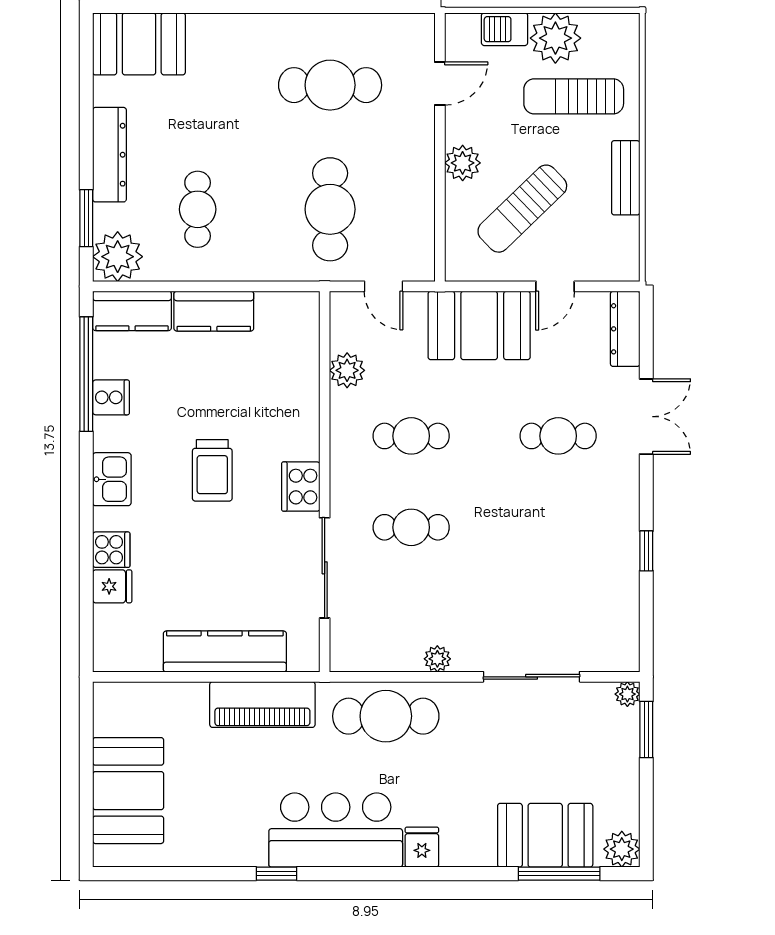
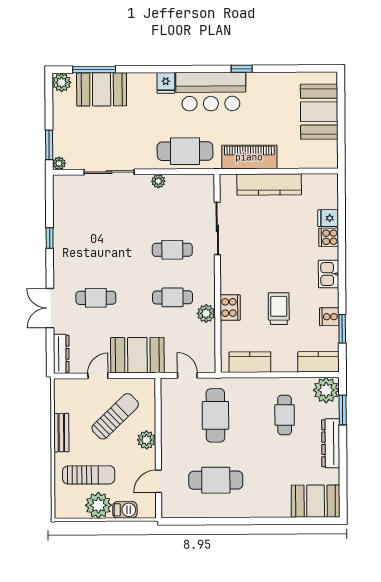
kitchen counter: (214, 311) -> (250, 362), moved
plant: (347, 370) -> (206, 313), moved
window: (86, 374) -> (342, 329), width x0.47
trolley: (212, 470) -> (279, 309), moved
cooker: (301, 487) -> (230, 307), moved

